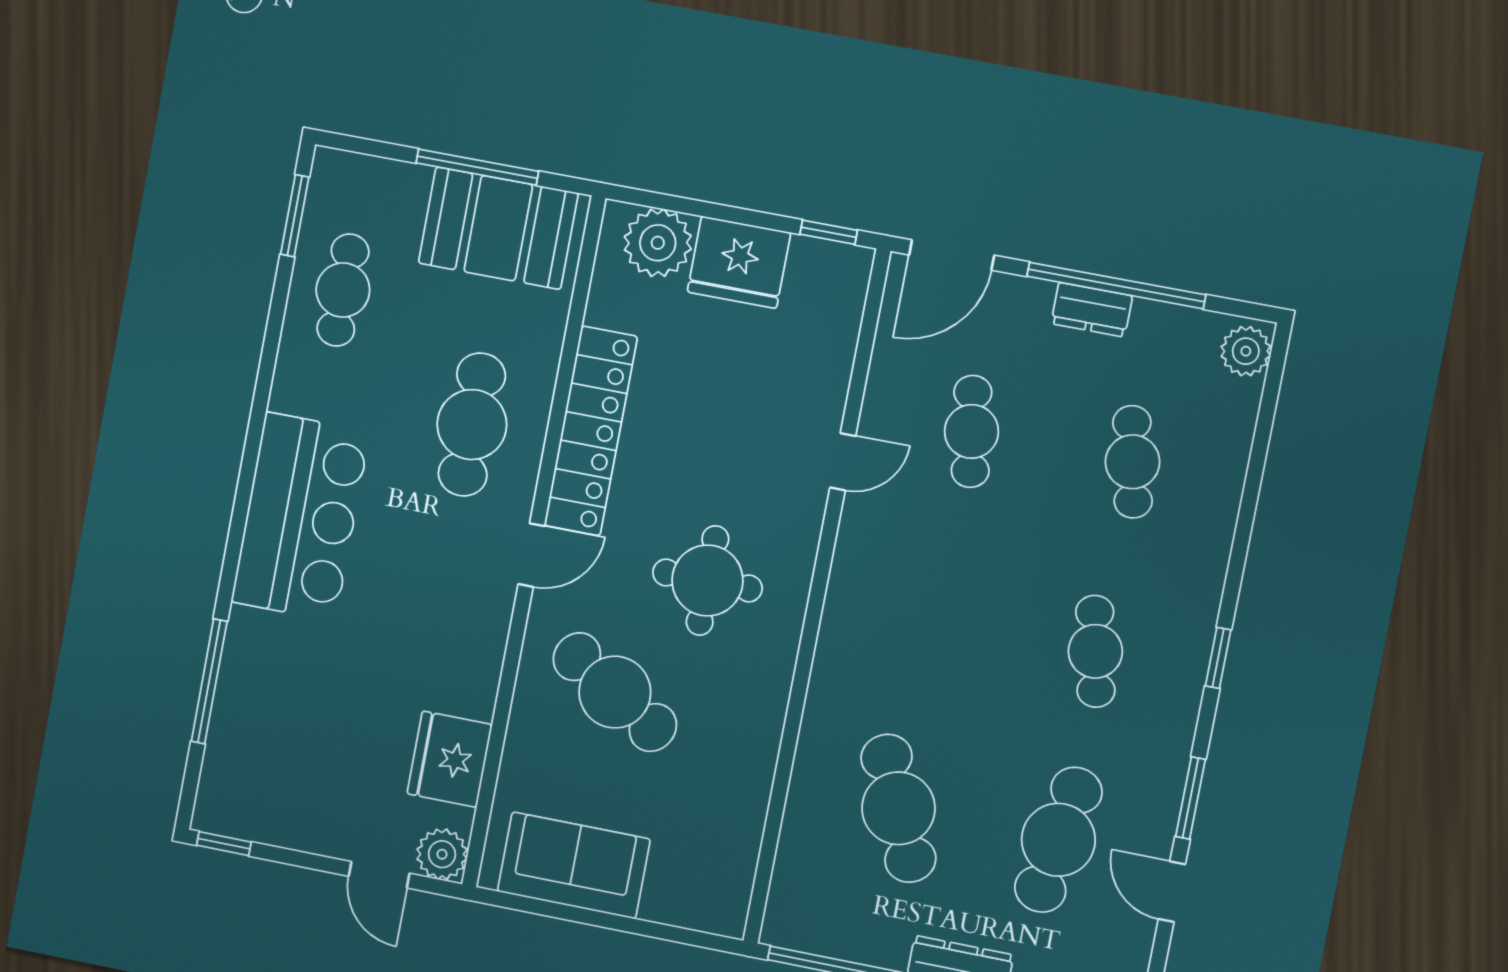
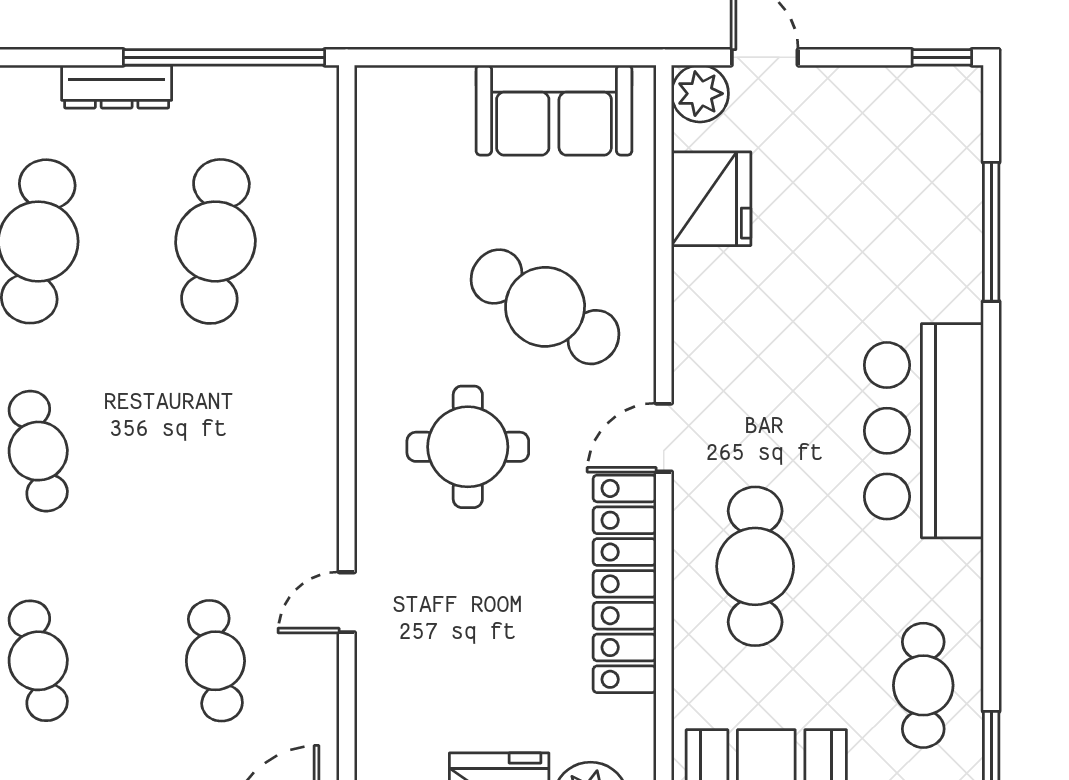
cafe table: (898, 808) -> (215, 241), turned 30

